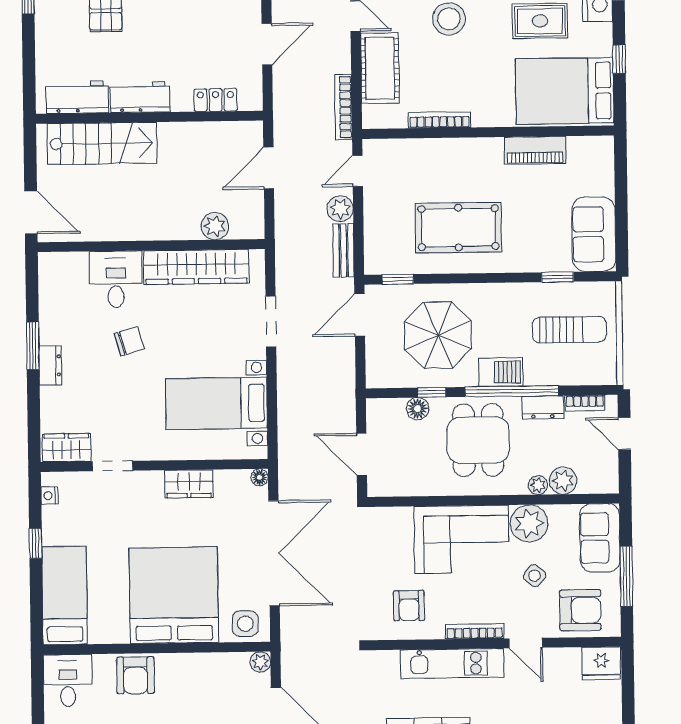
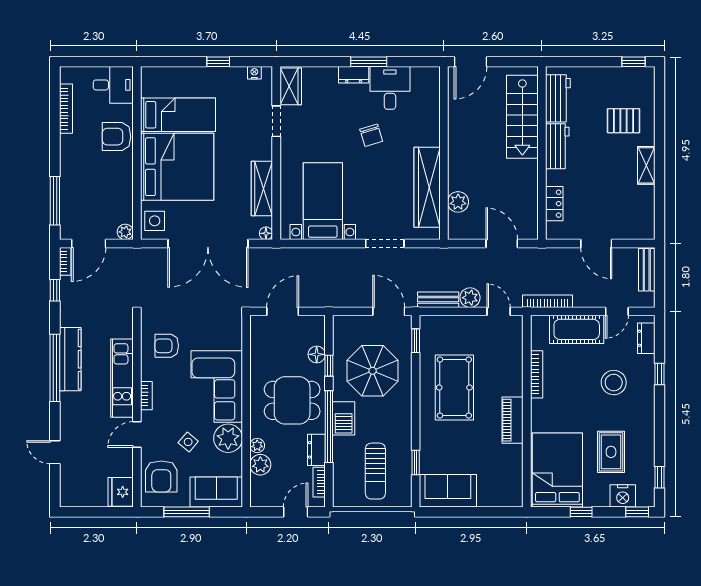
piano: (535, 150) -> (513, 420), moved
desk: (116, 279) -> (390, 88), moved, turned -90
wardrobe: (189, 484) -> (262, 188), width x1.50
bed: (65, 595) -> (178, 115), moved
bookcase: (475, 631) -> (146, 396), width x0.64

